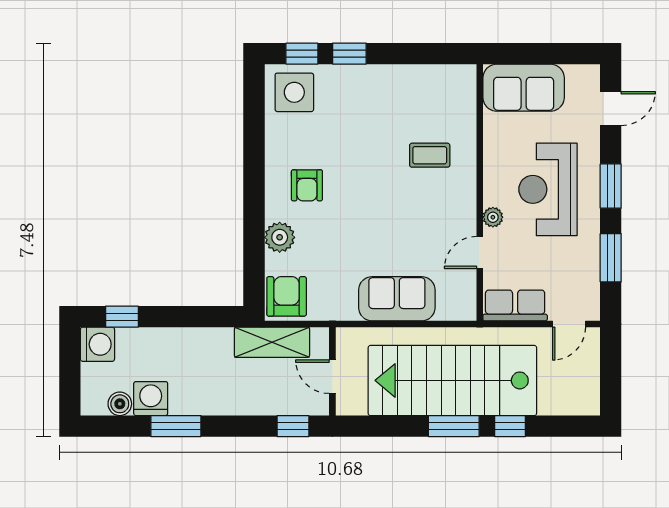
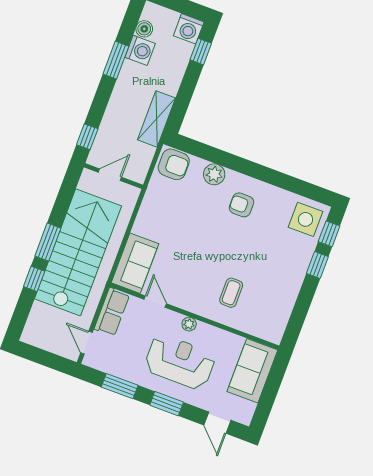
plant: (493, 217) -> (189, 324), moved
sofa: (397, 299) -> (135, 263), moved
shelving: (272, 342) -> (156, 119), moved

